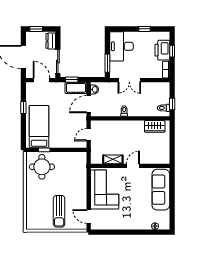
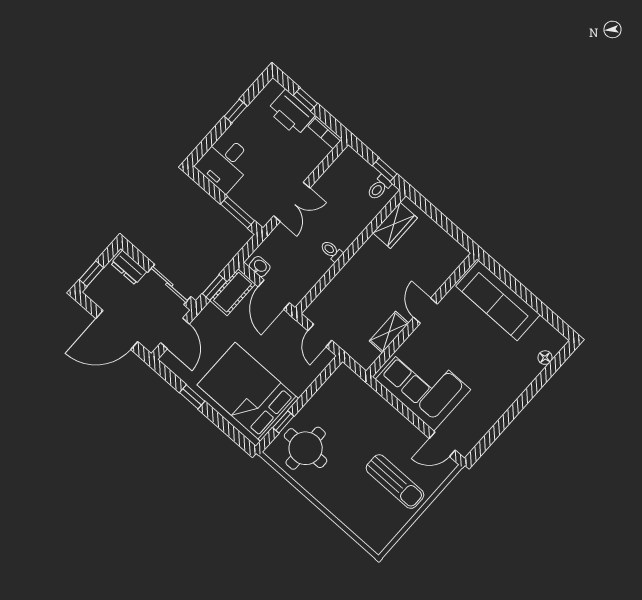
desk: (122, 46) -> (225, 163), width x0.73
door: (41, 80) -> (175, 333), swing flipped
bed: (39, 127) -> (248, 392), width x1.50

